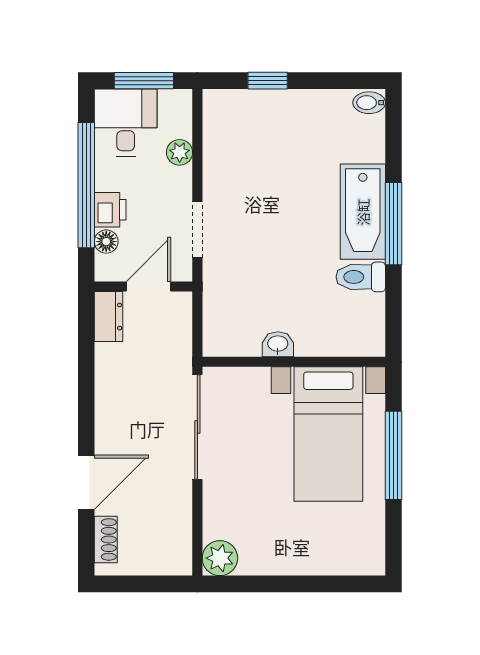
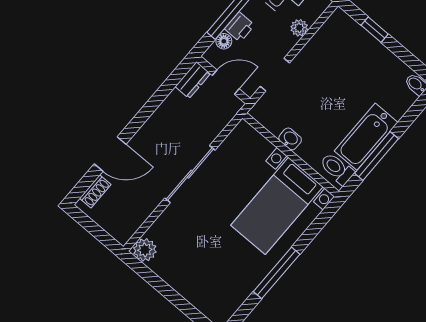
washbasin: (278, 344) -> (290, 139), moved
wall: (294, 362) -> (291, 155), moved
bed with nightstands: (328, 434) -> (277, 206), moved

